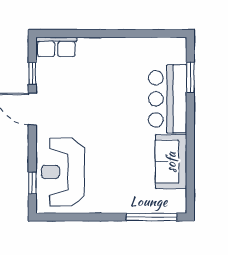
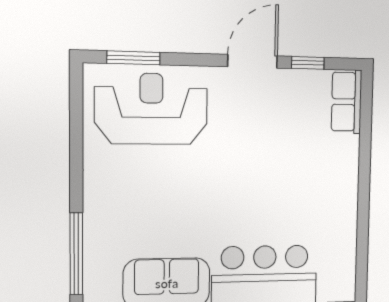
window: (32, 183) -> (134, 58), width x1.50

